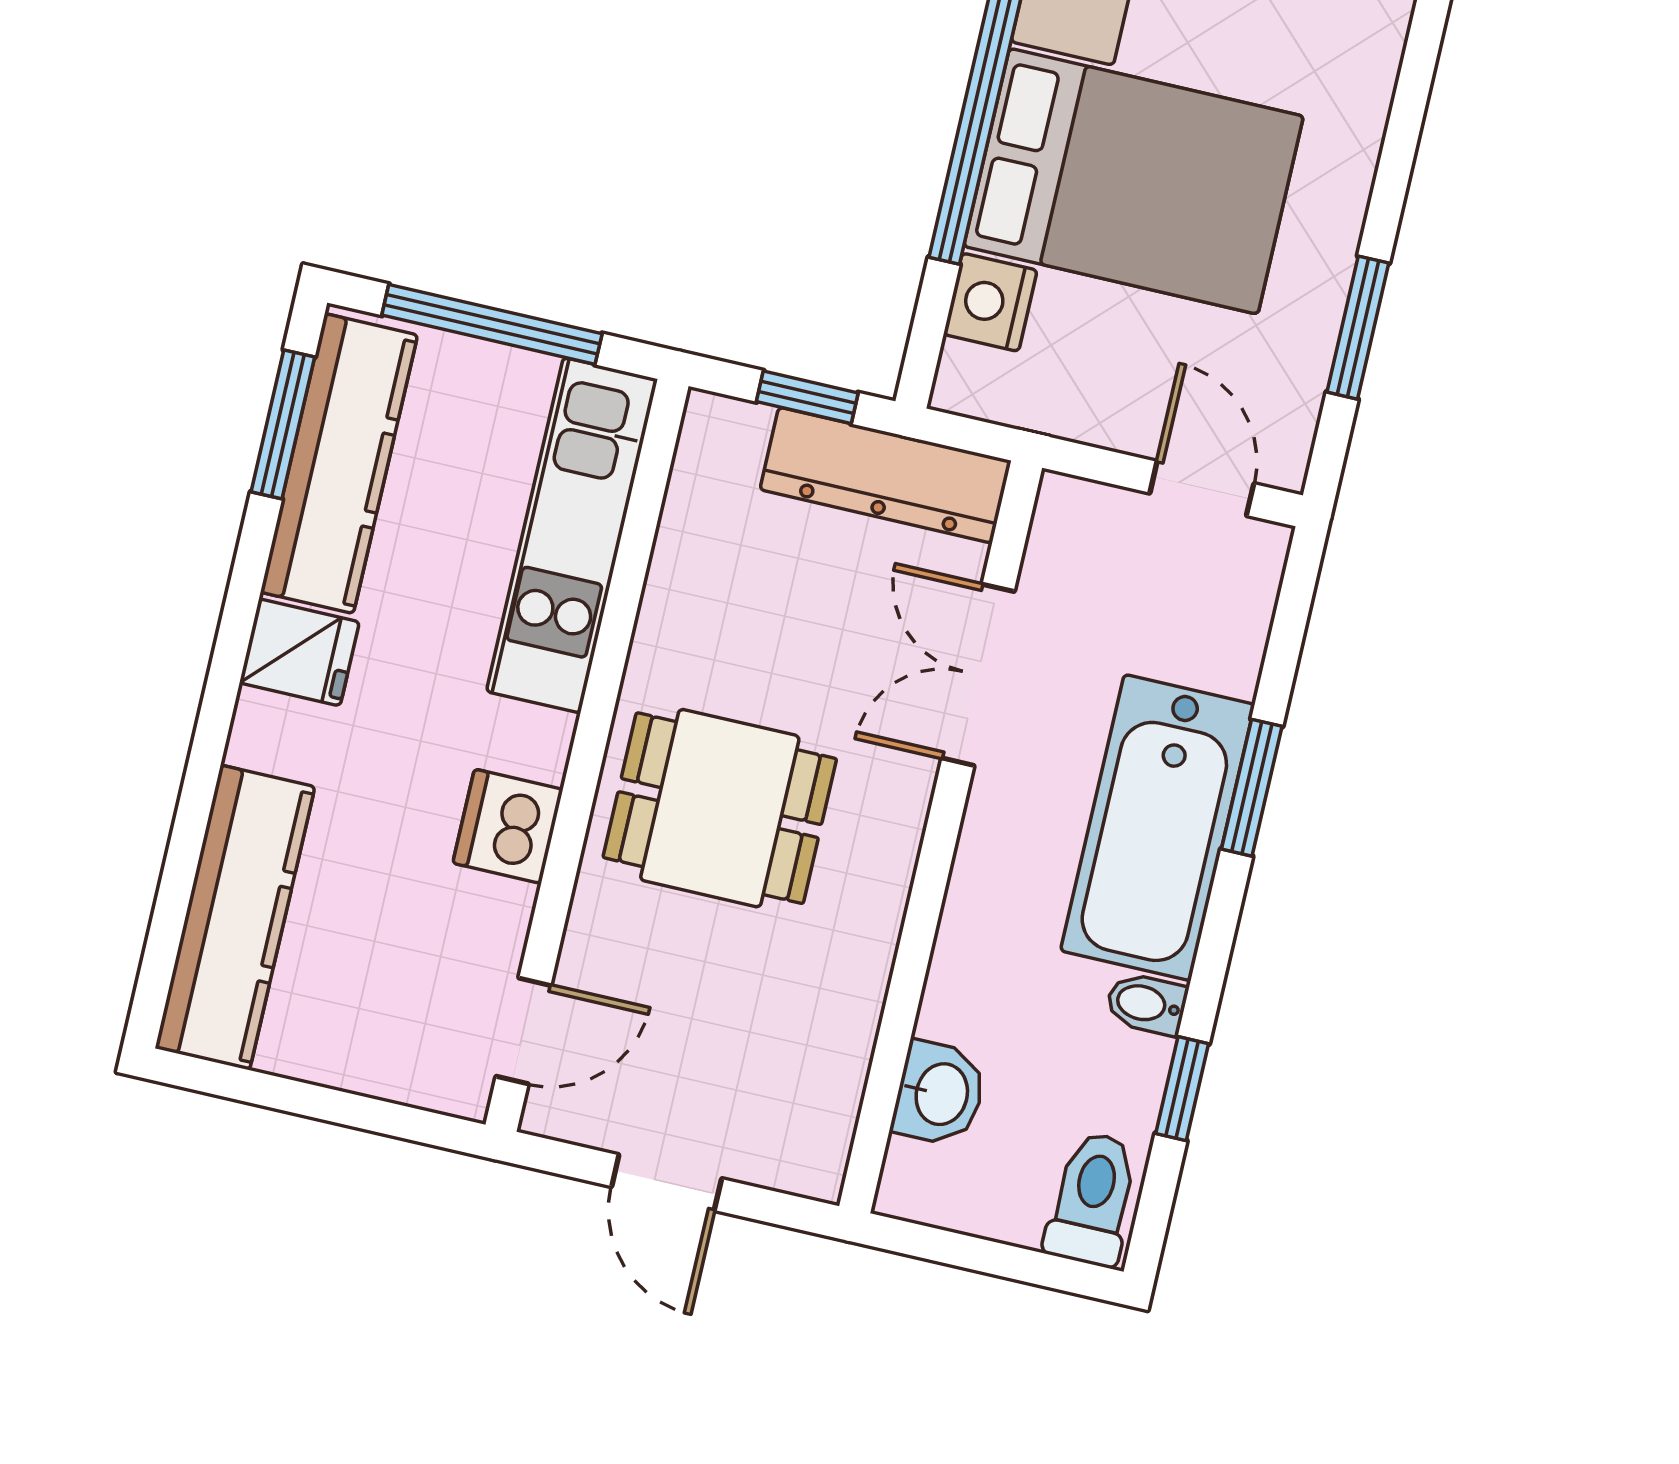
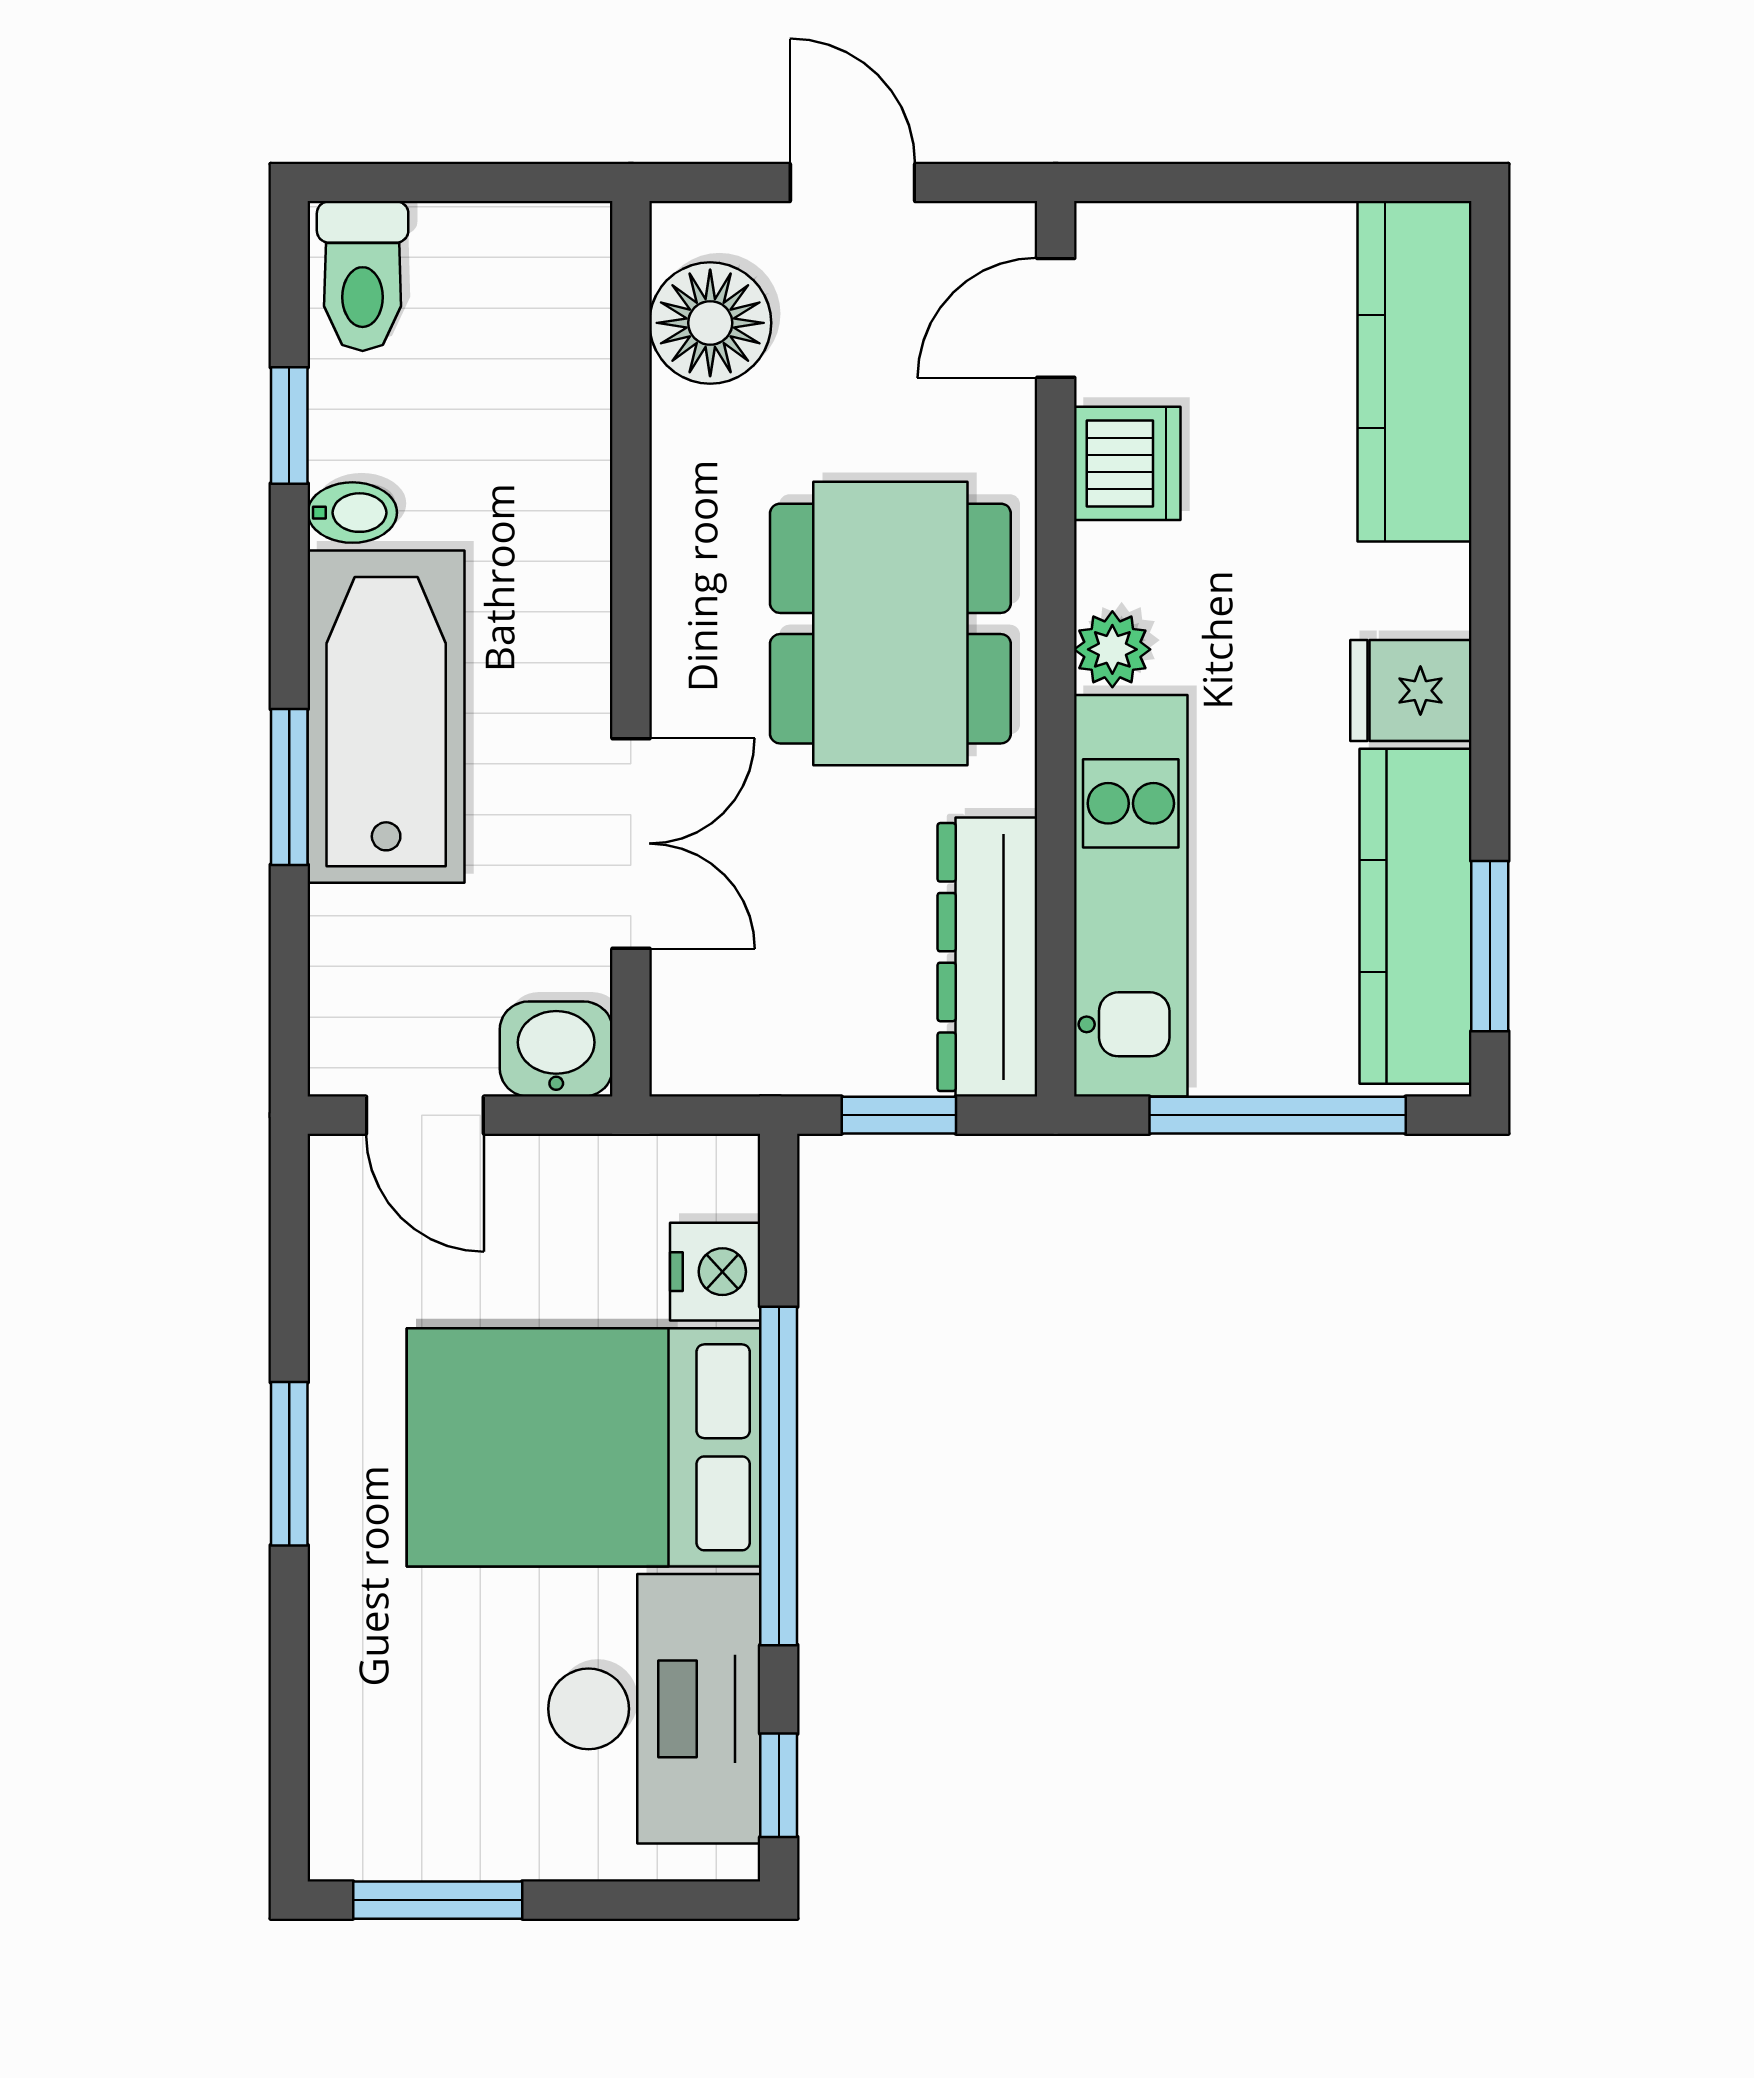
window: (1358, 328) -> (289, 1464), moved
dresser: (886, 475) -> (987, 957), moved, turned -90
plant: (540, 744) -> (1112, 649), added
dining table: (720, 808) -> (890, 624), width x1.37
dishwasher: (508, 826) -> (1127, 463), moved
floor lamp: (812, 1093) -> (710, 323), added
washbasin: (939, 1094) -> (556, 1049), moved, turned 90

